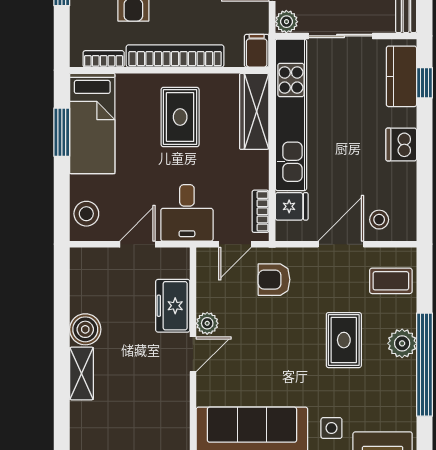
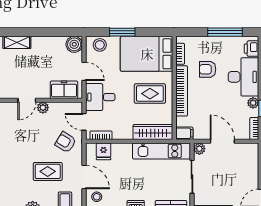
kitchen unit: (291, 115) -> (161, 151), width x0.73
bed: (92, 124) -> (147, 54), width x1.50
window: (62, 132) -> (122, 32), moved
armchair: (274, 280) -> (66, 142), turned -58
freezer: (173, 306) -> (64, 90), moved
boiler: (85, 329) -> (74, 44), moved
rug: (344, 340) -> (48, 171), moved
door: (193, 354) -> (27, 100), hinge flipped

